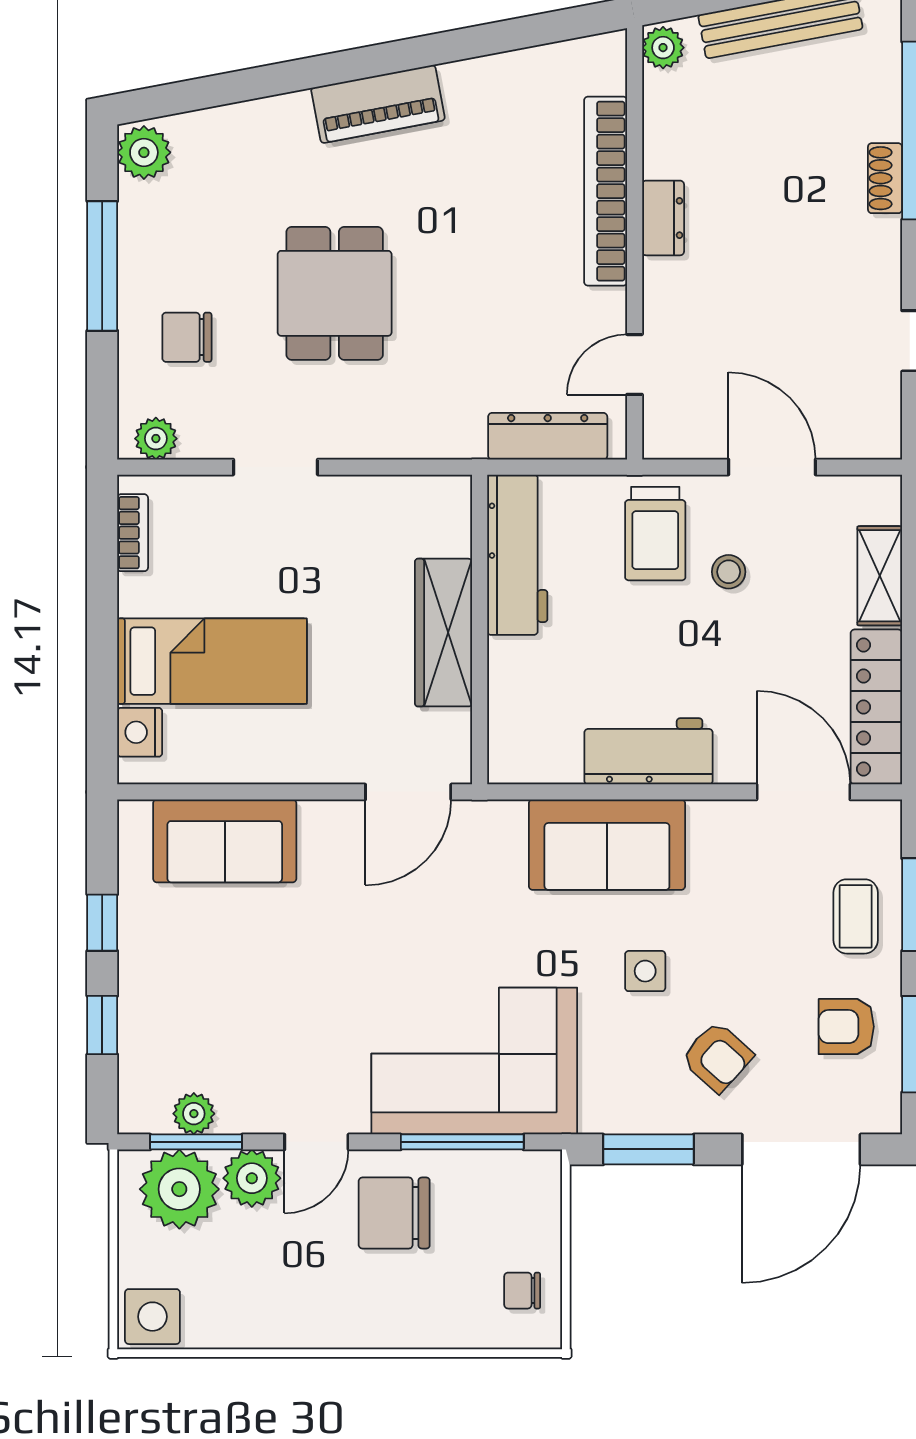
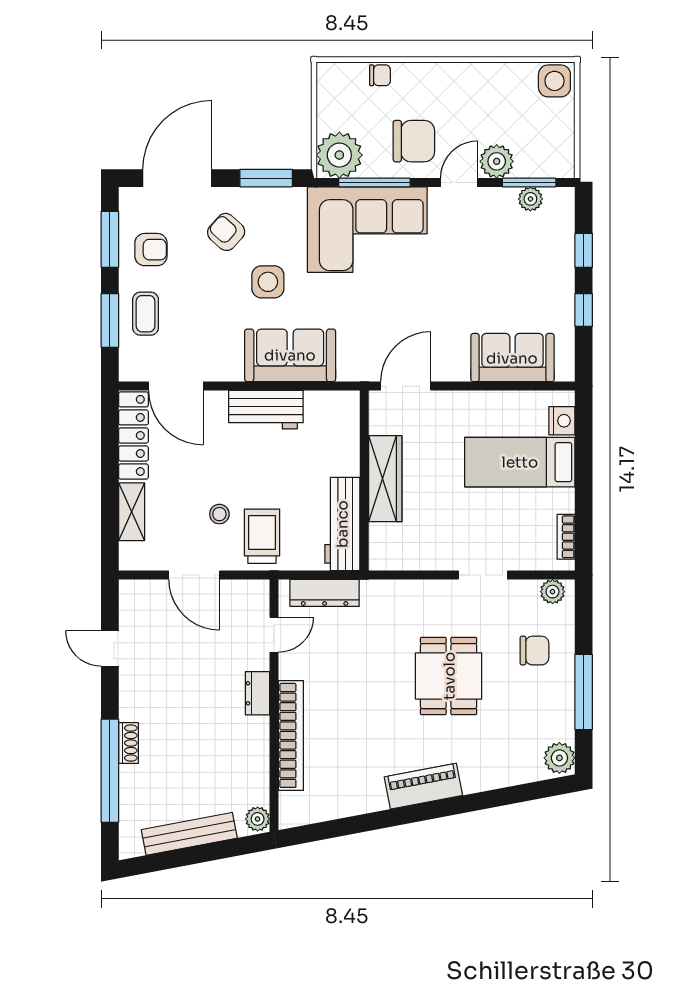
dresser: (663, 218) -> (258, 693), moved
side table: (645, 971) -> (268, 282), width x1.37, depth x1.37
plant: (179, 1189) -> (339, 155), moved
chair: (522, 1291) -> (380, 75), moved

